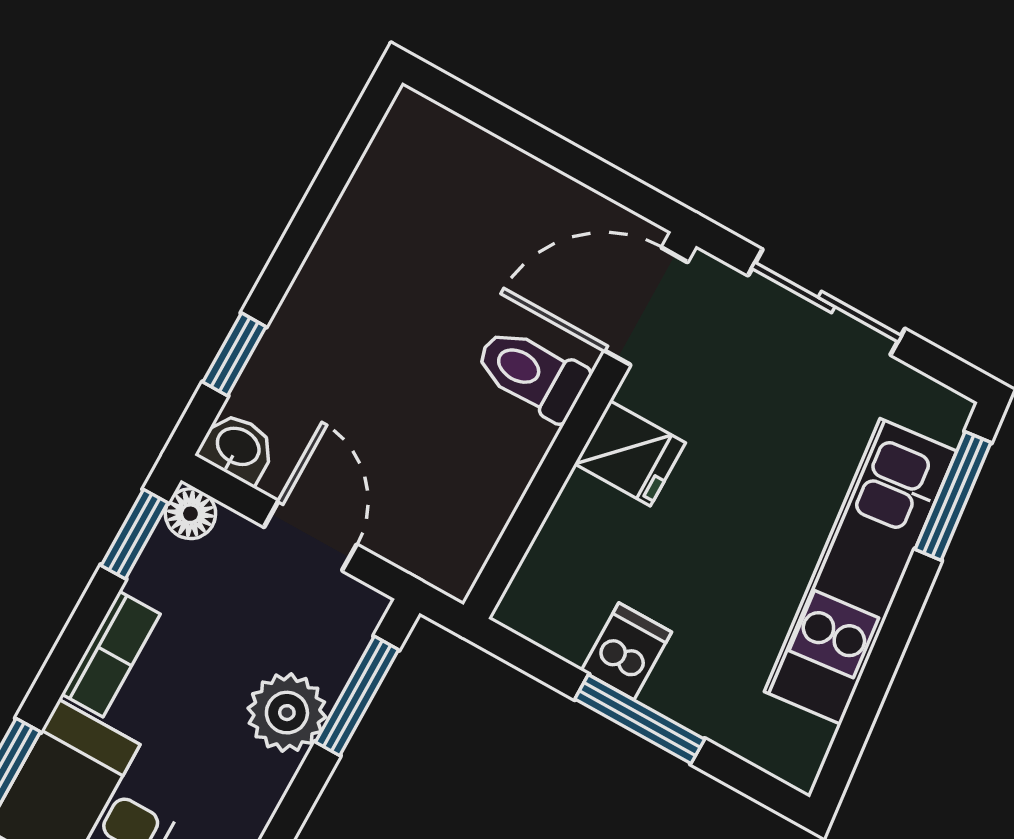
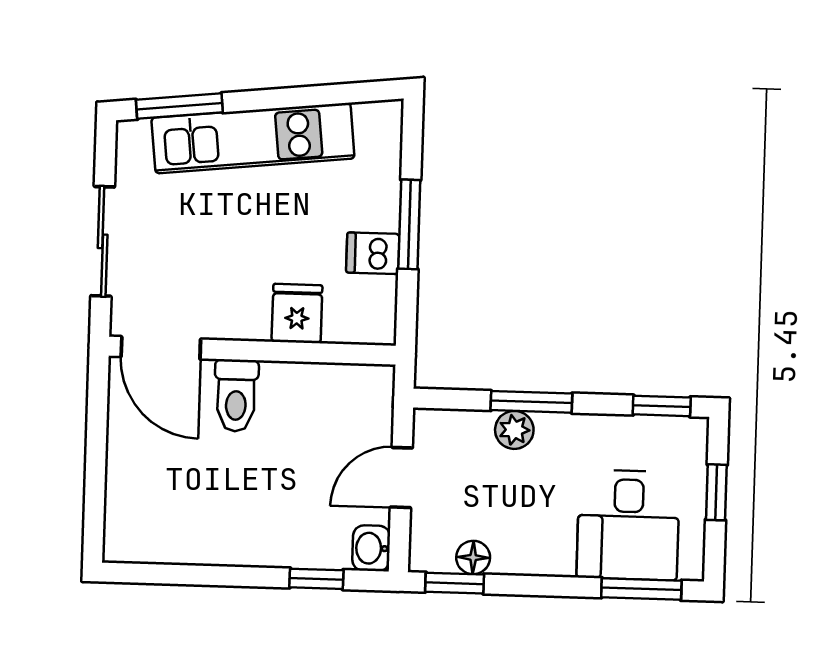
fridge: (630, 453) -> (297, 313), moved
floor lamp: (190, 514) -> (473, 557), moved
bookcase: (111, 654) -> (533, 560), removed
window: (357, 696) -> (531, 402), moved
plant: (287, 713) -> (514, 430), width x0.73, depth x0.73

